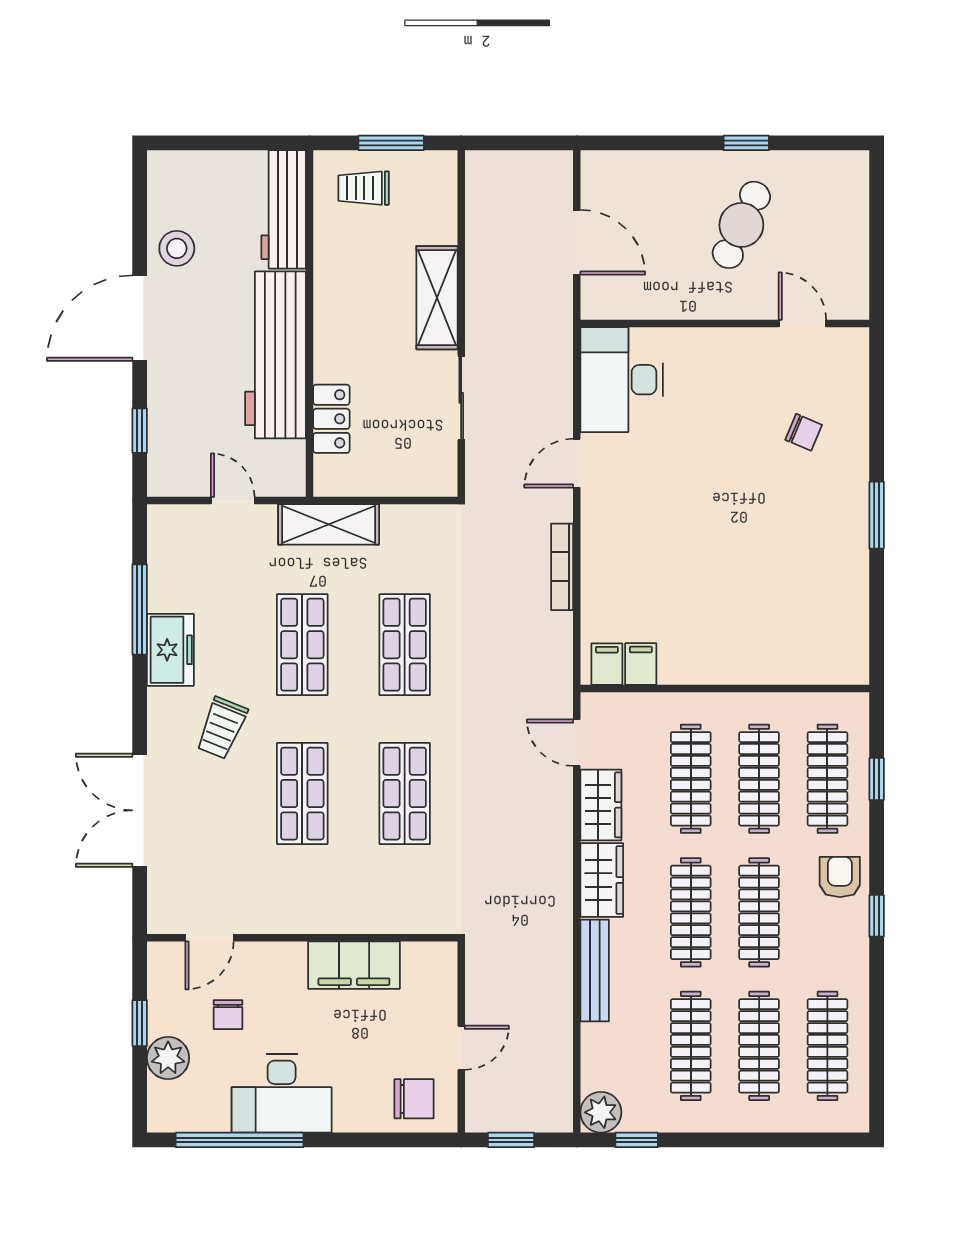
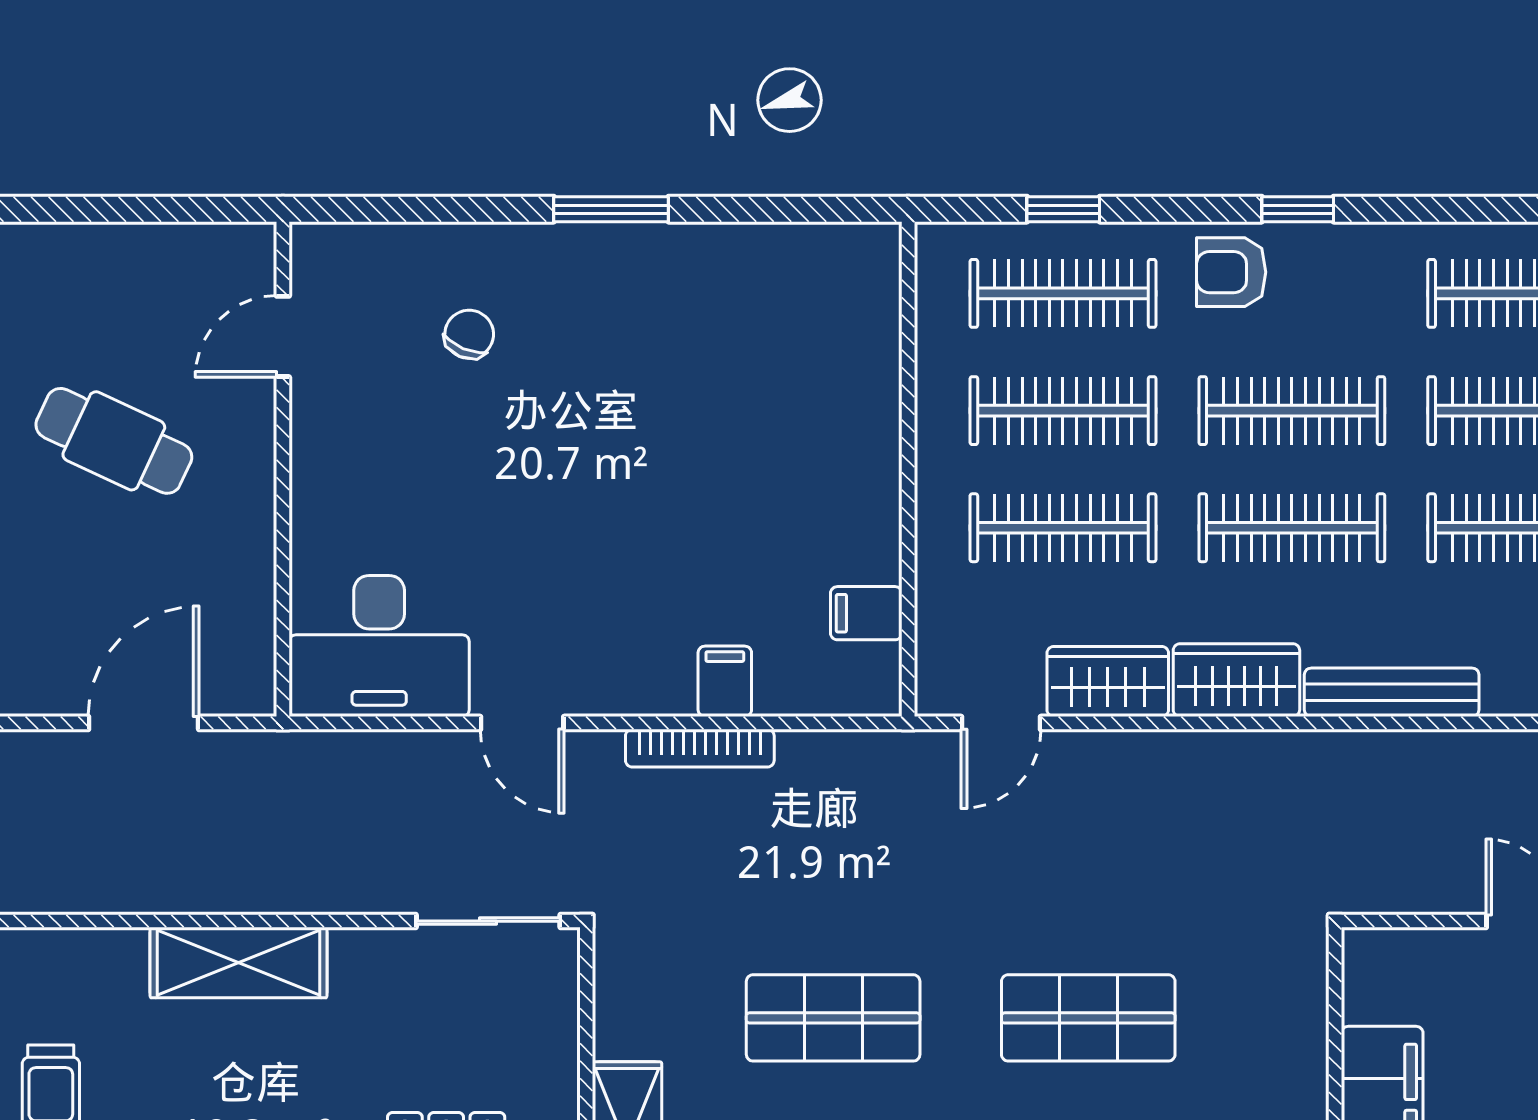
sliding door: (461, 398) -> (488, 921), moved
filing cabinet: (607, 664) -> (725, 681), moved, turned 90

